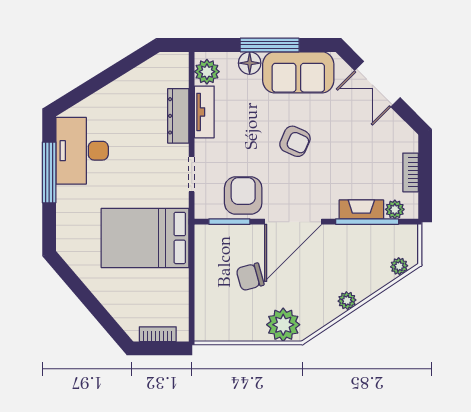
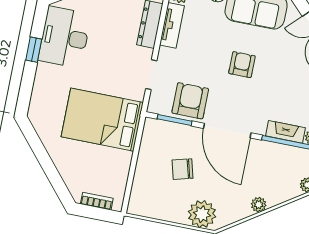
armchair: (295, 141) -> (242, 65), turned -114
window: (49, 172) -> (34, 50), width x0.46
door: (293, 222) -> (227, 131), hinge flipped

